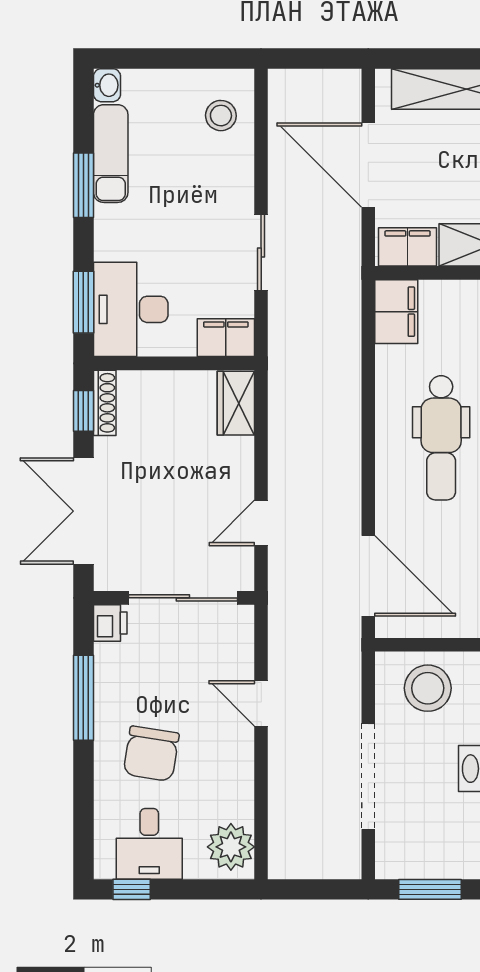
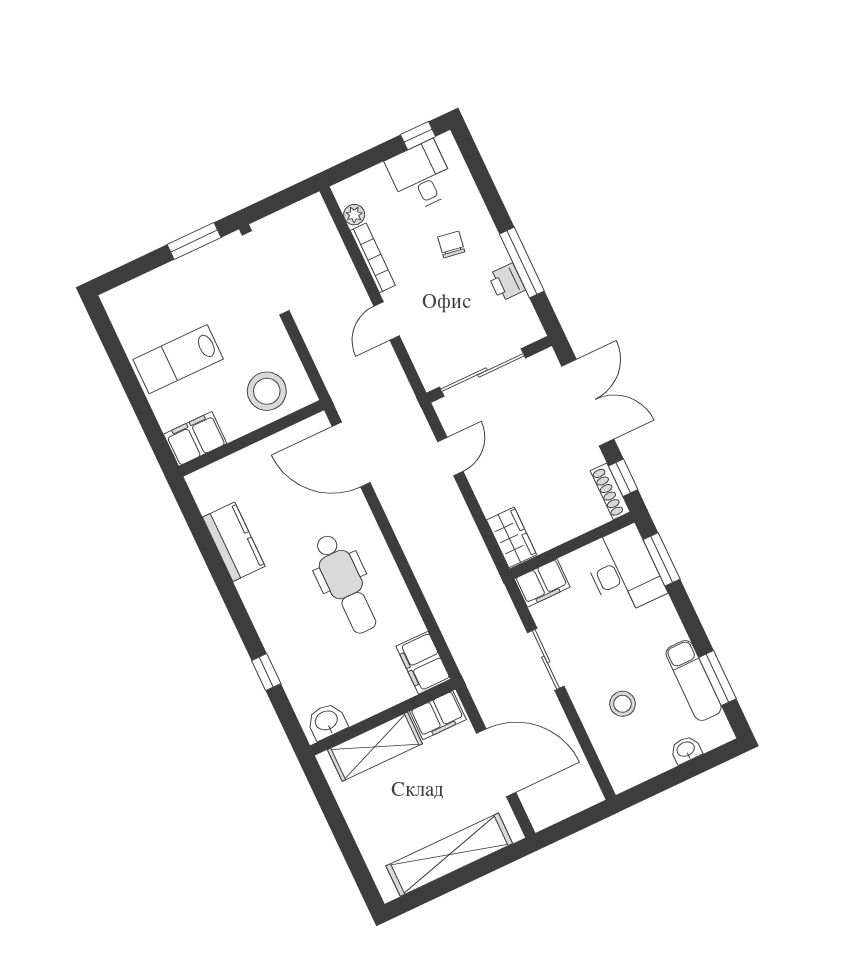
washbasin: (107, 85) -> (686, 750), moved, turned 90
stool: (221, 116) -> (623, 704), moved
window: (83, 185) -> (717, 678), moved
dental chair: (441, 438) -> (345, 584), turned 180
printer: (110, 623) -> (507, 282), moved
door: (261, 703) -> (387, 321), swing flipped
chair: (151, 754) -> (451, 244), width x0.54, depth x0.54
doorway: (368, 776) -> (266, 273), moved
bookcase: (244, 779) -> (373, 258), added
plant: (231, 847) -> (354, 215), width x0.53, depth x0.53

